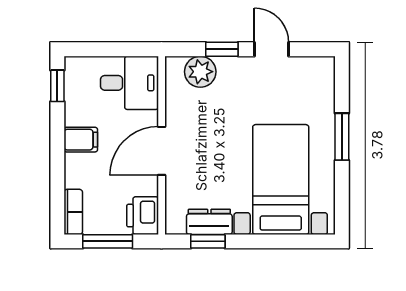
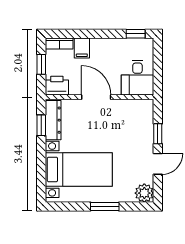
plant: (200, 72) -> (144, 193), moved
filing cabinet: (81, 140) -> (82, 48), moved
dresser: (209, 222) -> (53, 120), width x1.44
window: (108, 241) -> (41, 64), width x0.67

